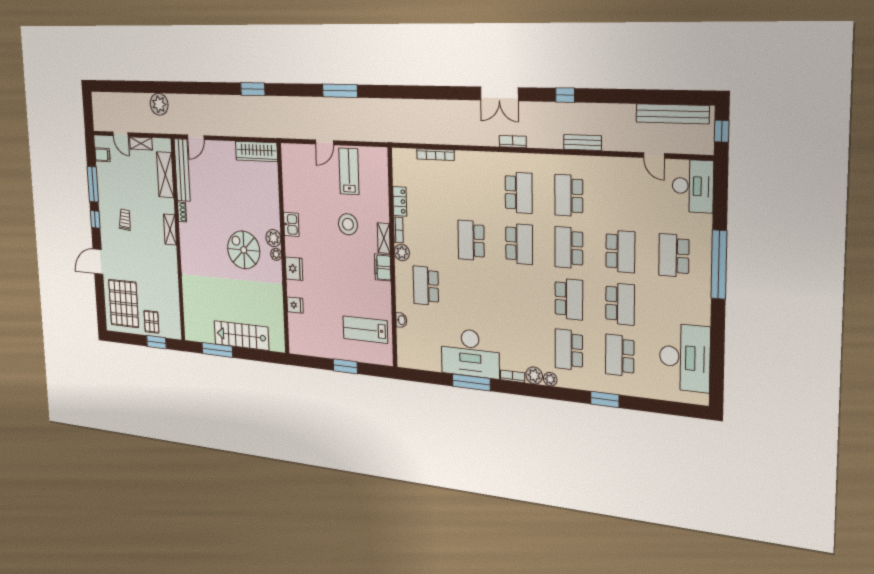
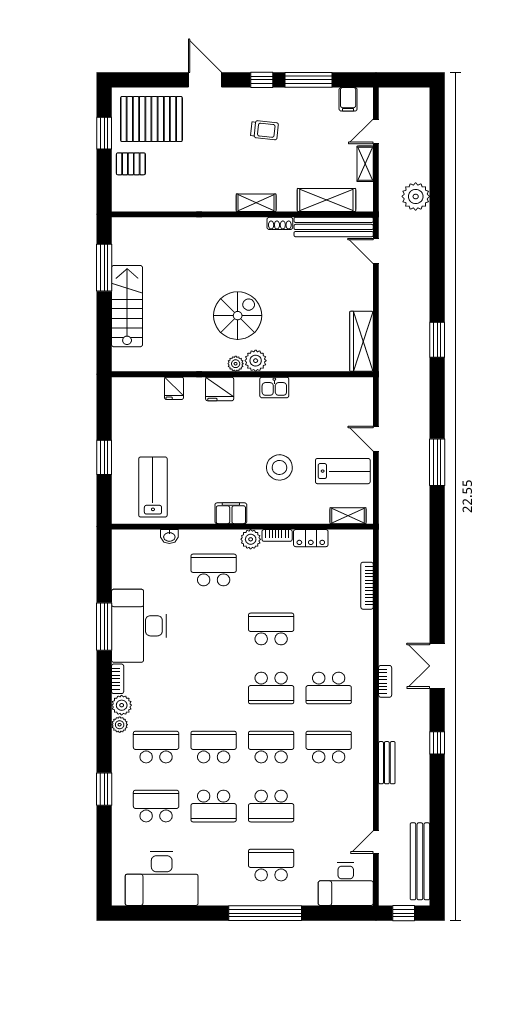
shelving: (384, 238) -> (348, 516), moved
school desk: (569, 299) -> (214, 747), turned 180
window: (156, 342) -> (104, 133), moved

